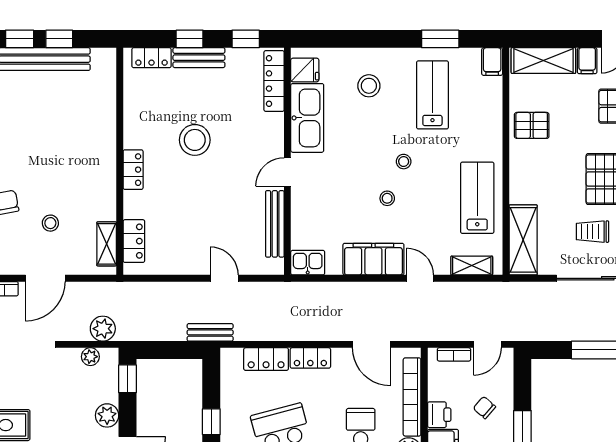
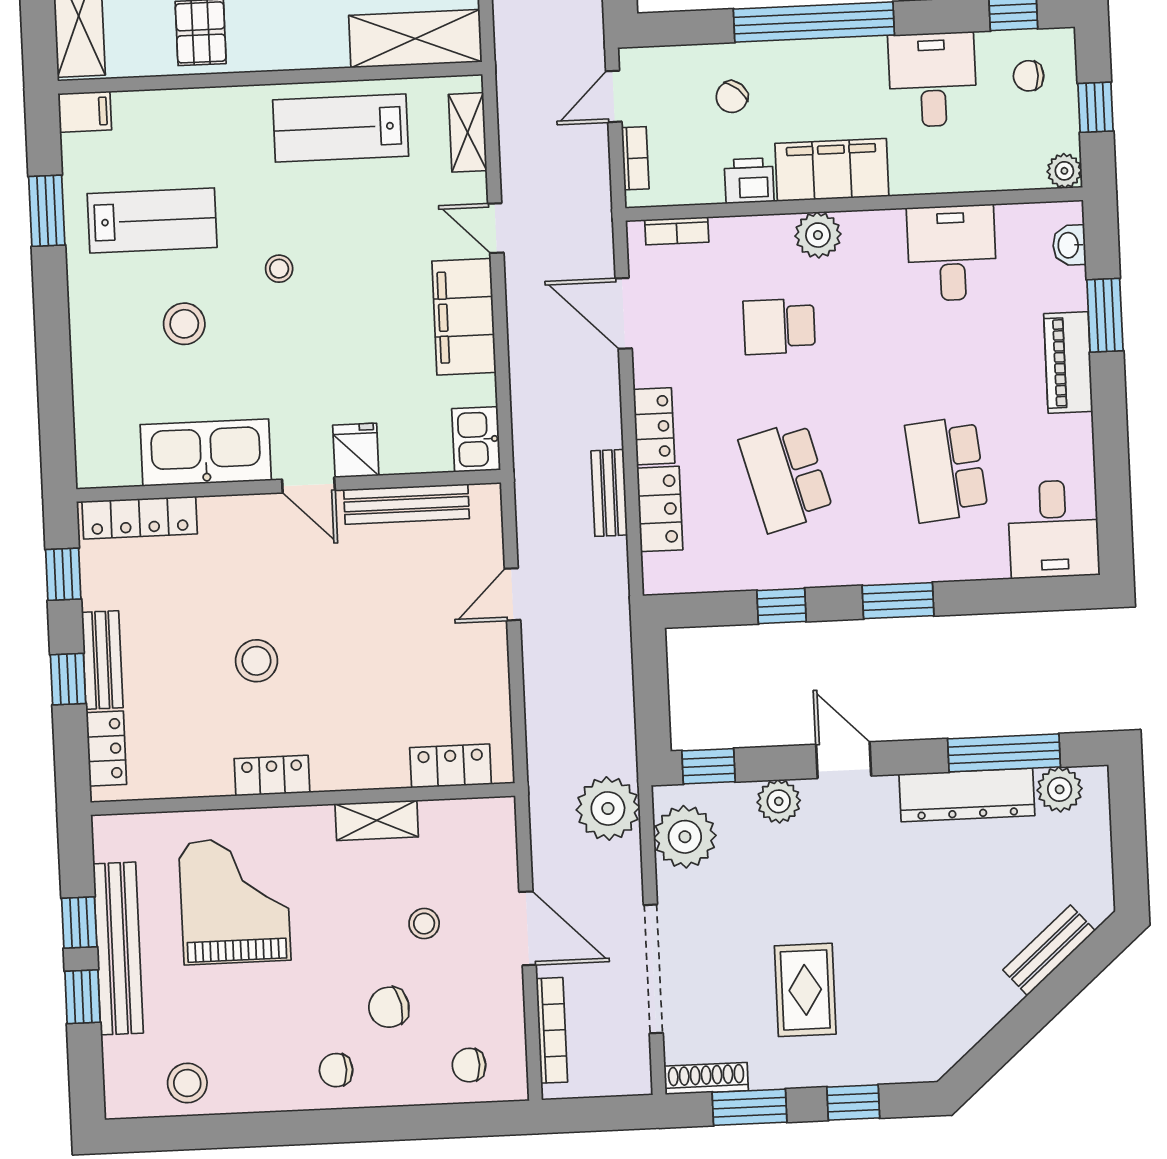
fridge: (305, 70) -> (356, 450), moved
stool: (369, 86) -> (184, 324), moved
lab bench: (432, 95) -> (152, 220), turned 180
grand piano: (67, 123) -> (235, 901), added
stool: (195, 140) -> (256, 661), width x0.73, depth x0.73
locker: (133, 170) -> (272, 776), moved
stool: (387, 198) -> (349, 296), removed
shelving: (107, 244) -> (377, 820), moved
door: (420, 278) -> (496, 228), hinge flipped
plant: (103, 329) -> (608, 808), width x1.36, depth x1.36
bench: (210, 332) -> (609, 493), moved
door: (371, 344) -> (624, 313), swing flipped
door: (487, 344) -> (614, 96), swing flipped
plant: (90, 357) -> (685, 837), width x1.88, depth x1.88
bookcase: (412, 397) -> (677, 231), width x0.43, depth x0.76

